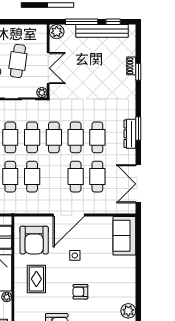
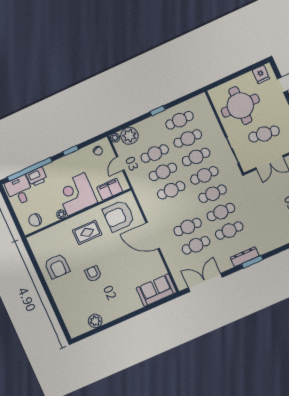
plant: (42, 93) -> (246, 166), removed
side table: (75, 255) -> (121, 256), removed

